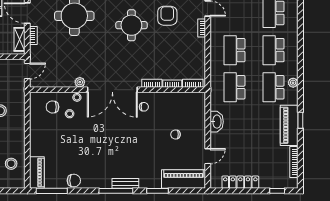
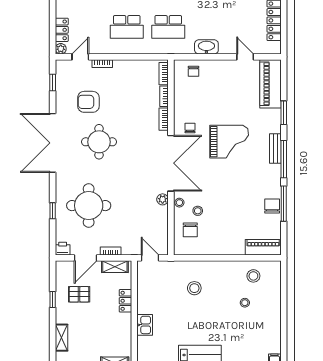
chair: (176, 134) -> (193, 71), moved
grand piano: (132, 142) -> (229, 142), added
window: (52, 191) -> (284, 204), moved

